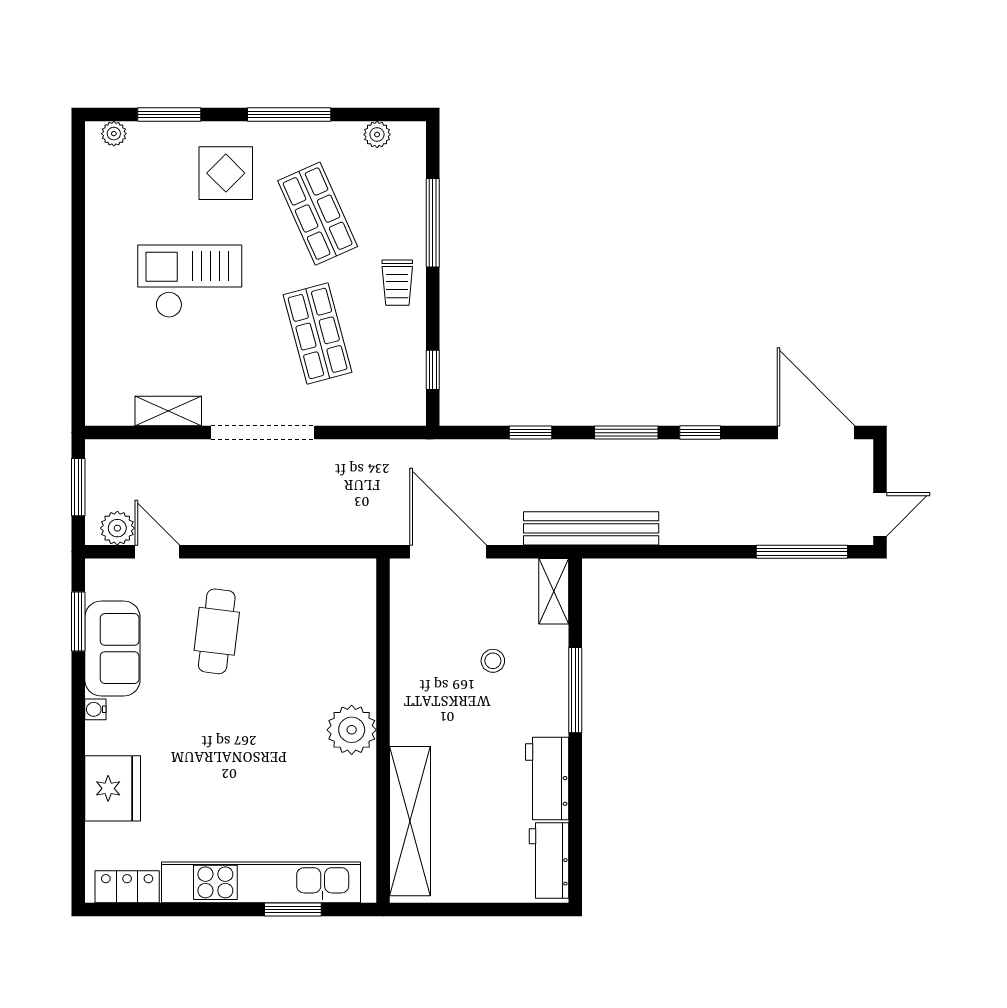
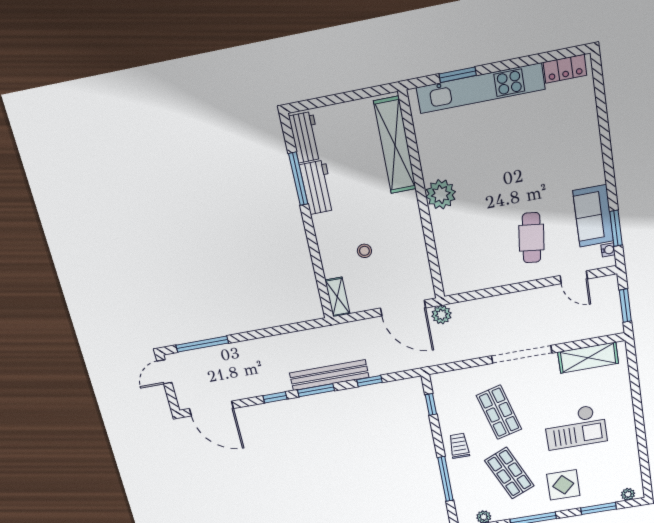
shelving: (168, 411) -> (588, 358), width x1.50, depth x1.33
plant: (117, 528) -> (442, 315), moved
bench: (591, 528) -> (329, 375), moved
window: (575, 690) -> (298, 179), moved
water cooler: (95, 709) -> (608, 250), moved
fridge: (113, 788) -> (582, 130), removed

